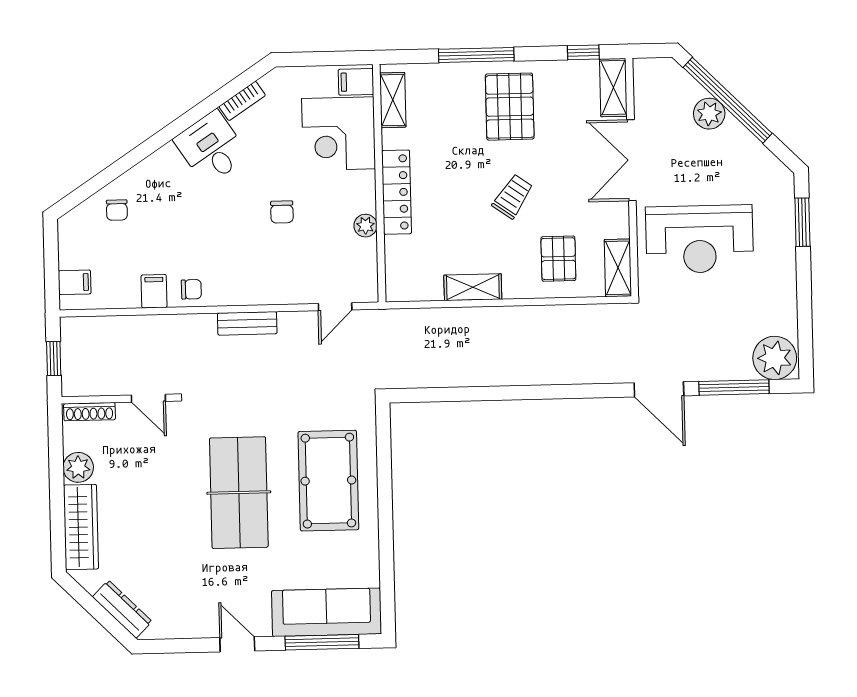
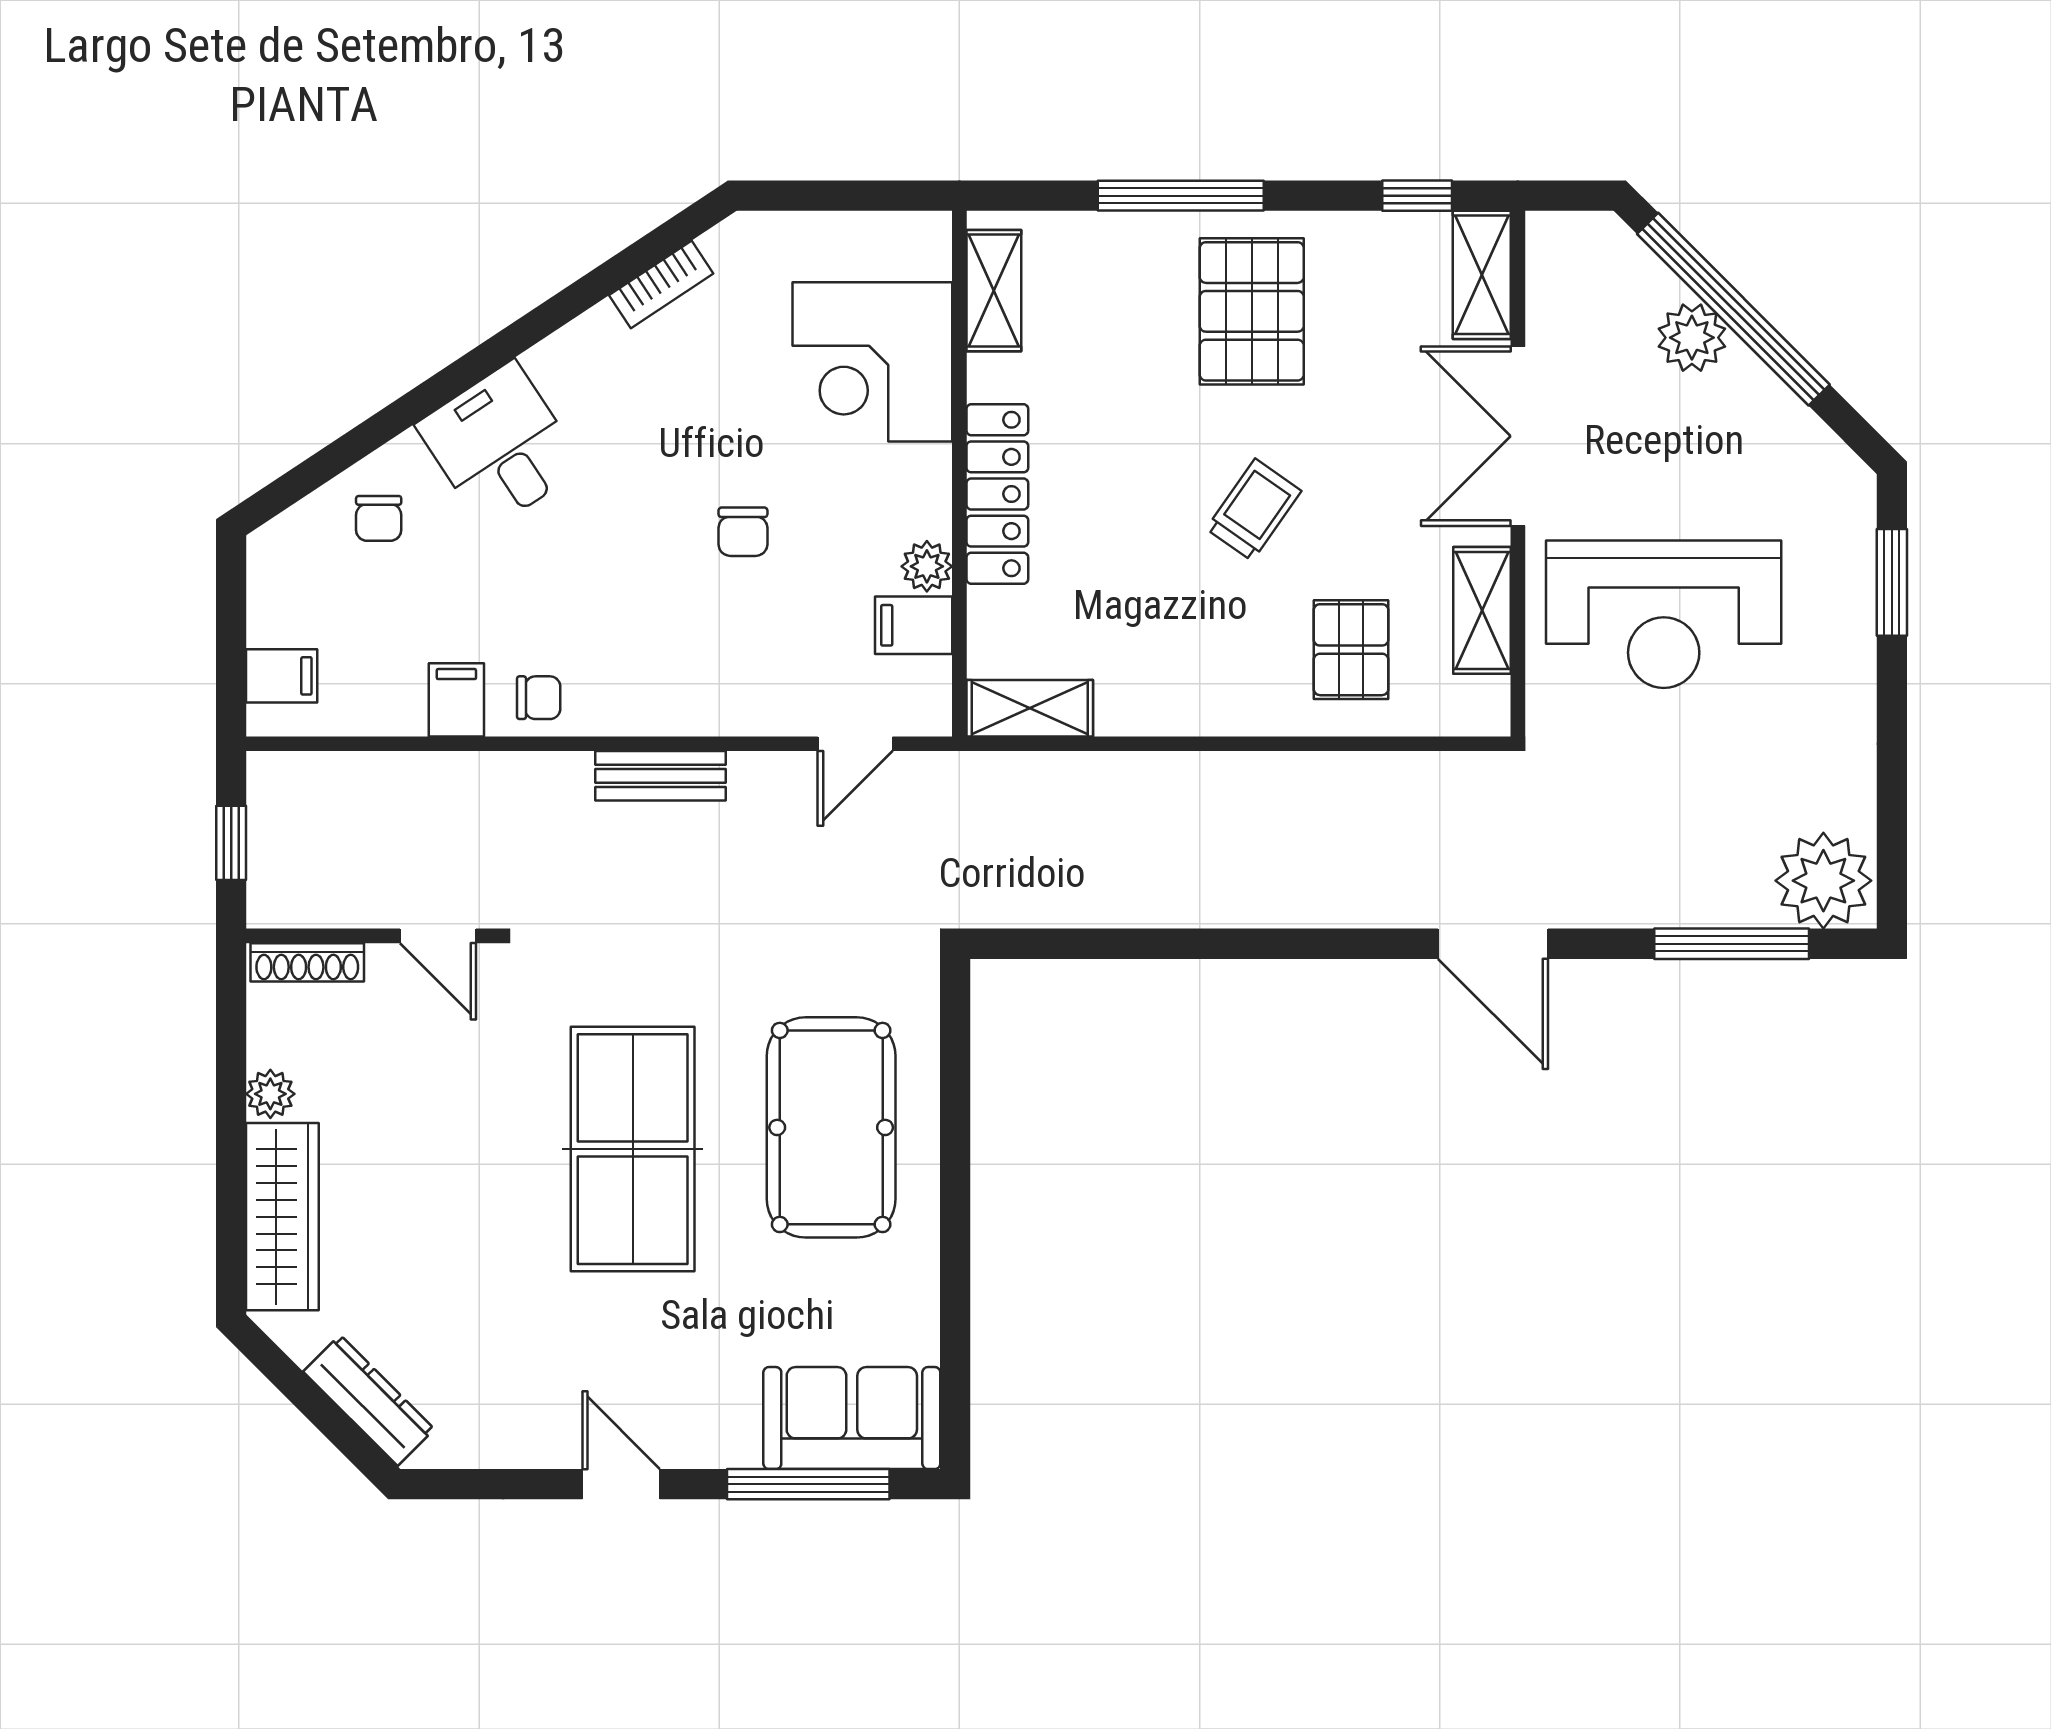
filing cabinet: (356, 82) -> (914, 625), moved
desk: (211, 148) -> (500, 446), moved
shelving: (618, 268) -> (1482, 610), moved
shelving: (473, 287) -> (1030, 708), moved
door: (659, 389) -> (1493, 944), moved
plant: (78, 467) -> (270, 1094), width x0.73, depth x0.73
sofa: (327, 612) -> (852, 1418), width x0.73

